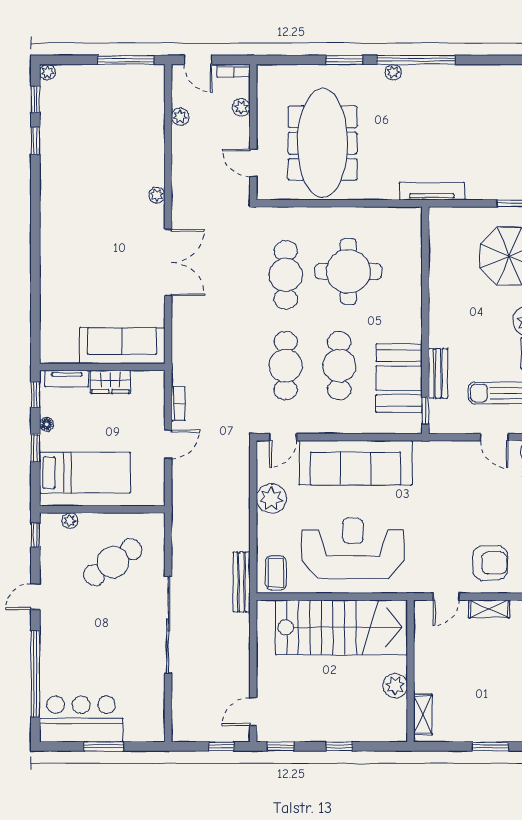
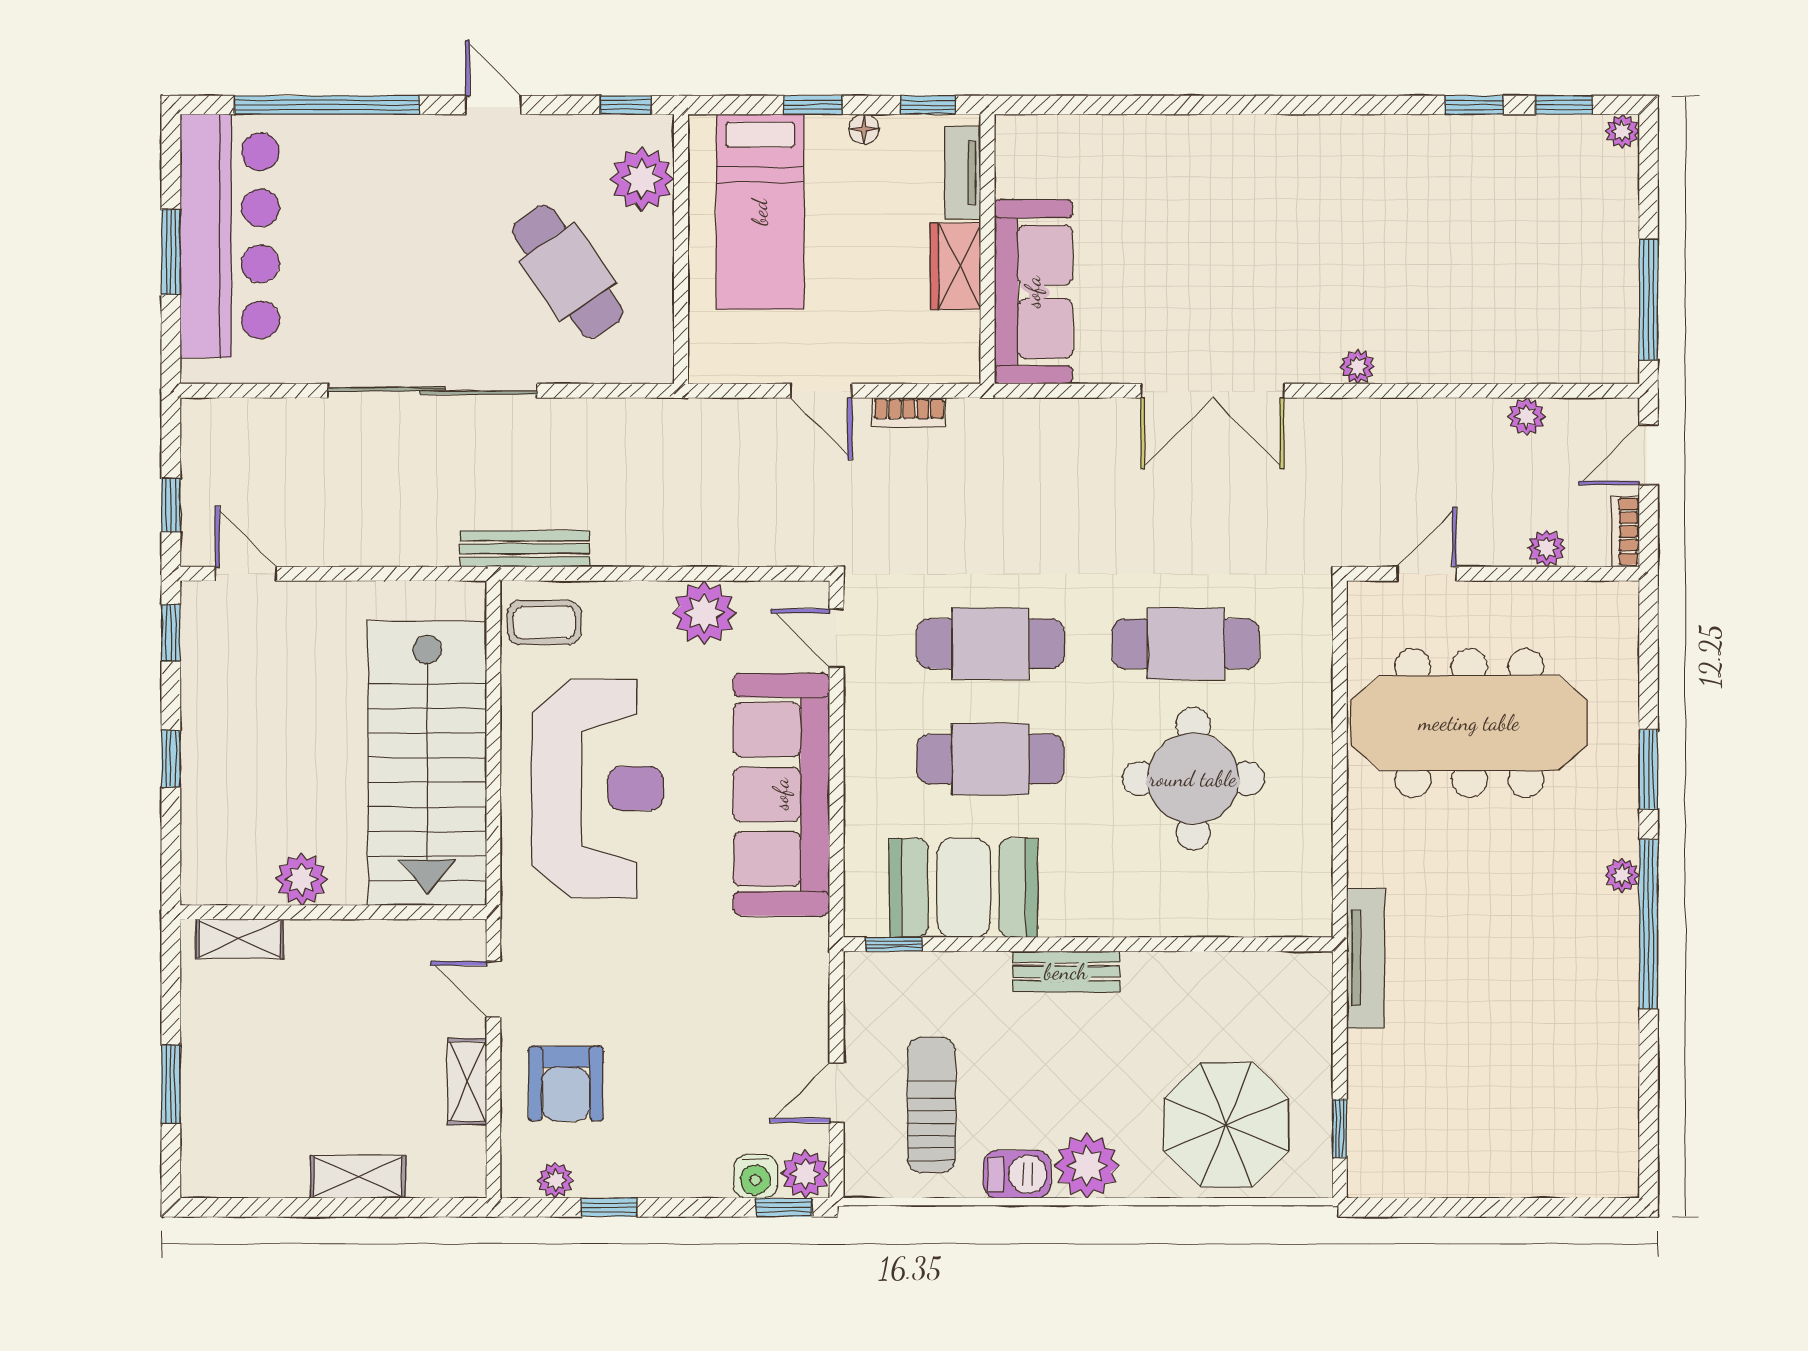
bench: (438, 373) -> (1066, 972), moved
plant: (70, 521) -> (642, 179), width x1.88, depth x1.88
bar counter: (81, 719) -> (230, 236), width x1.36

